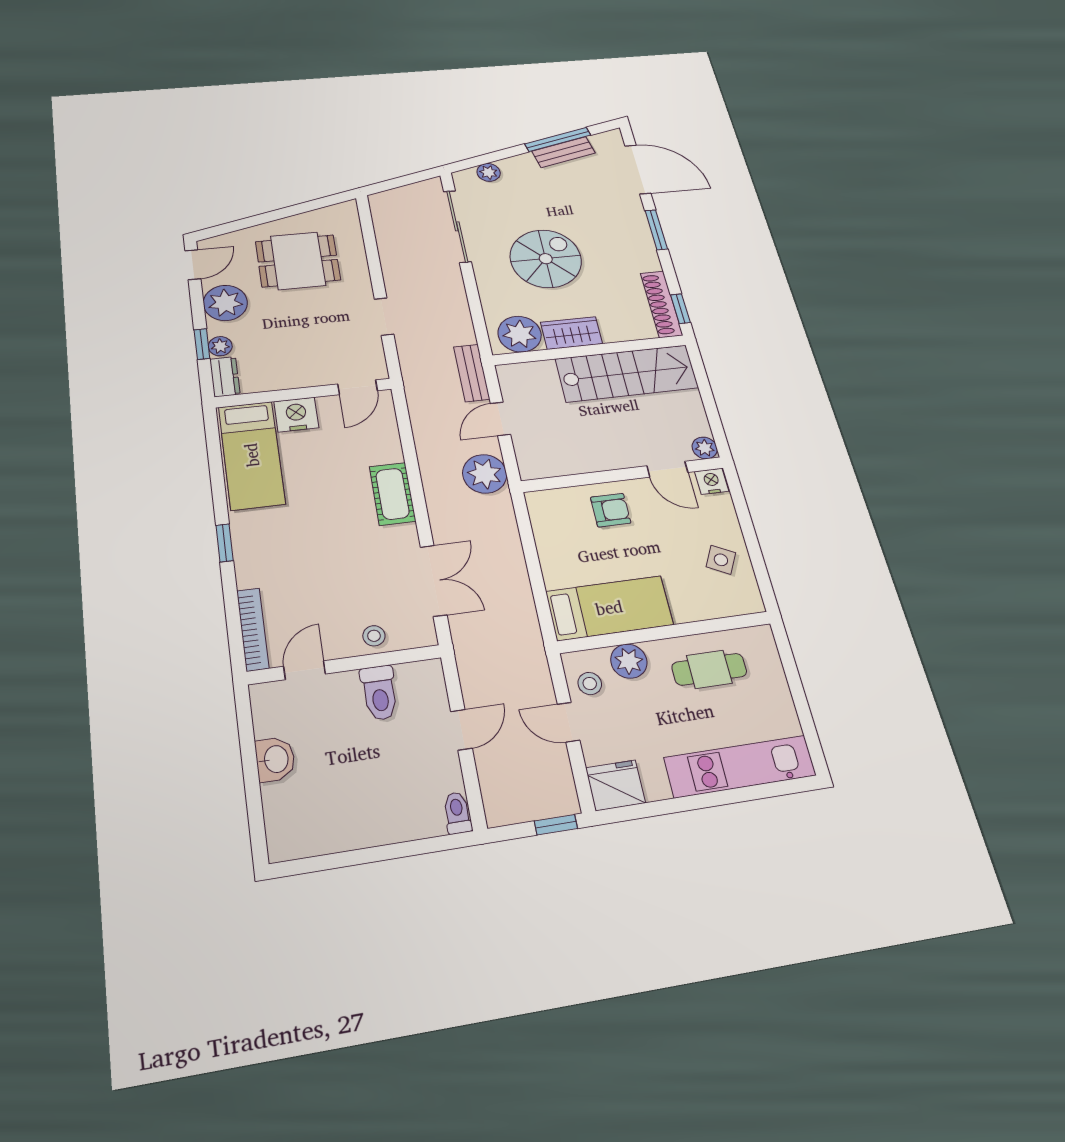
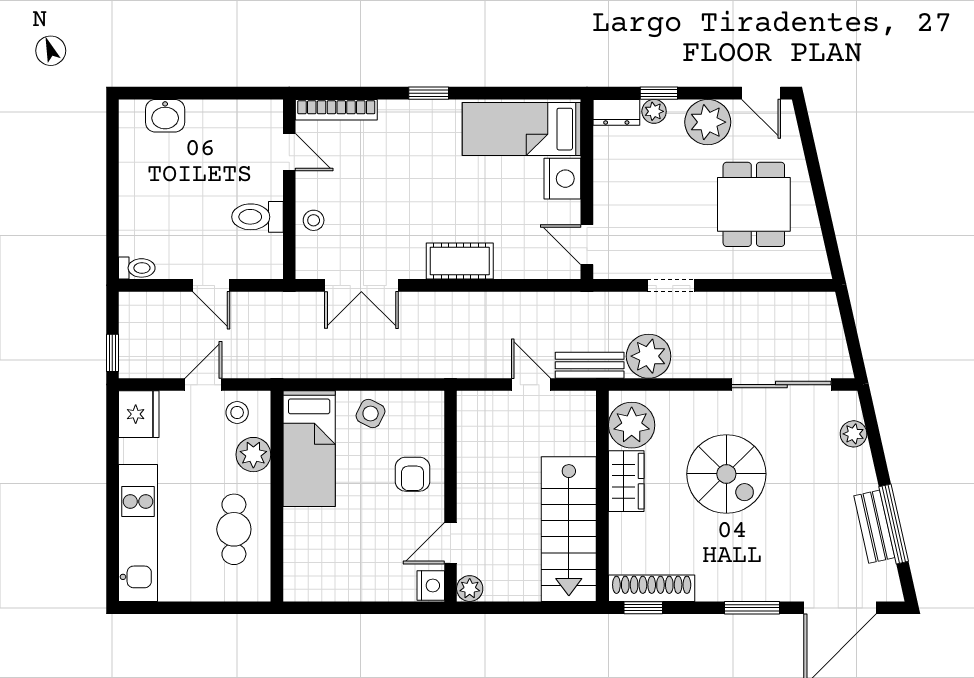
plant: (485, 474) -> (649, 356), moved
side table: (721, 560) -> (371, 413), moved
washbasin: (275, 759) -> (165, 116), moved

